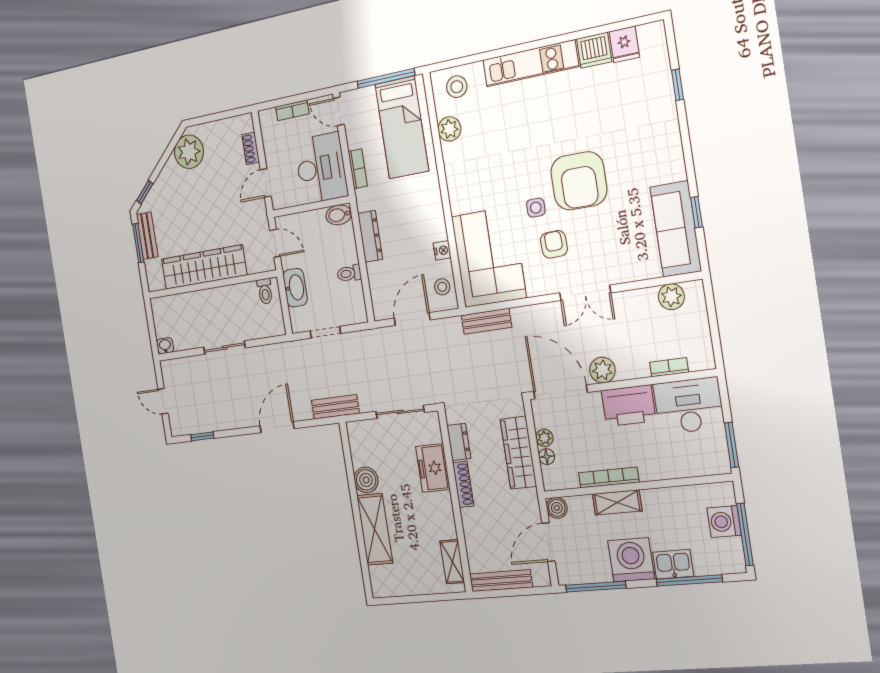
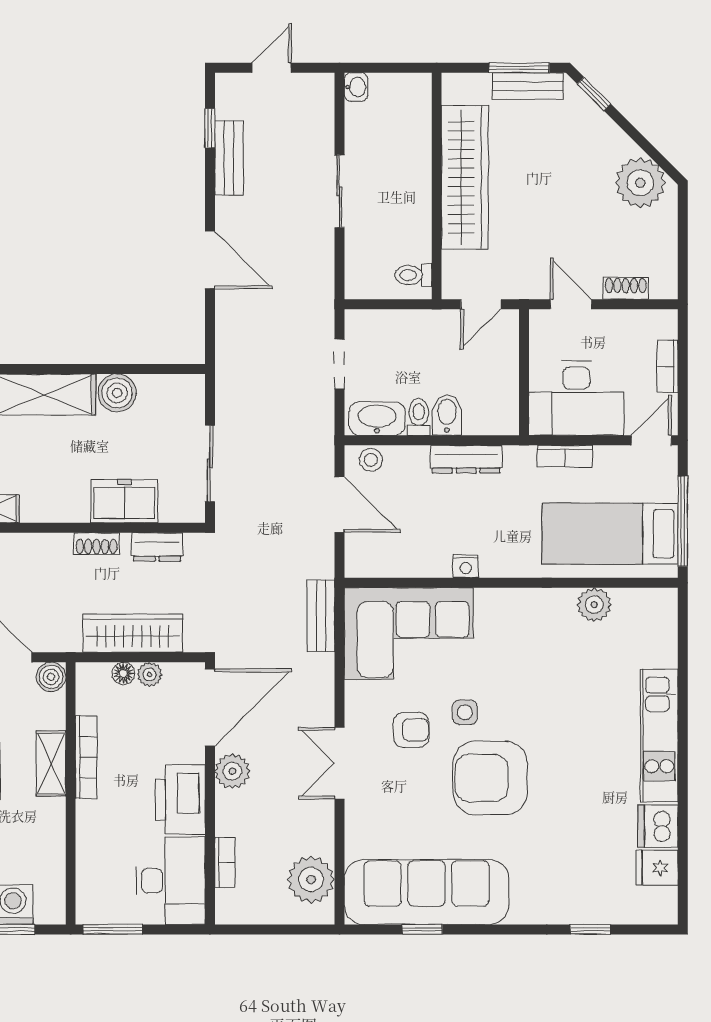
stool: (457, 87) -> (650, 625), removed
bidet: (339, 215) -> (447, 415), moved
sofa: (676, 229) -> (427, 892), width x1.36, depth x1.27
nightstand: (442, 250) -> (466, 566), moved
stool: (442, 287) -> (371, 460), moved
washbasin: (295, 288) -> (377, 418), moved, turned 180
plant: (671, 297) -> (311, 880), width x1.36, depth x1.36
bench: (335, 407) -> (229, 158), moved
shoe rack: (463, 484) -> (97, 544), width x0.70

